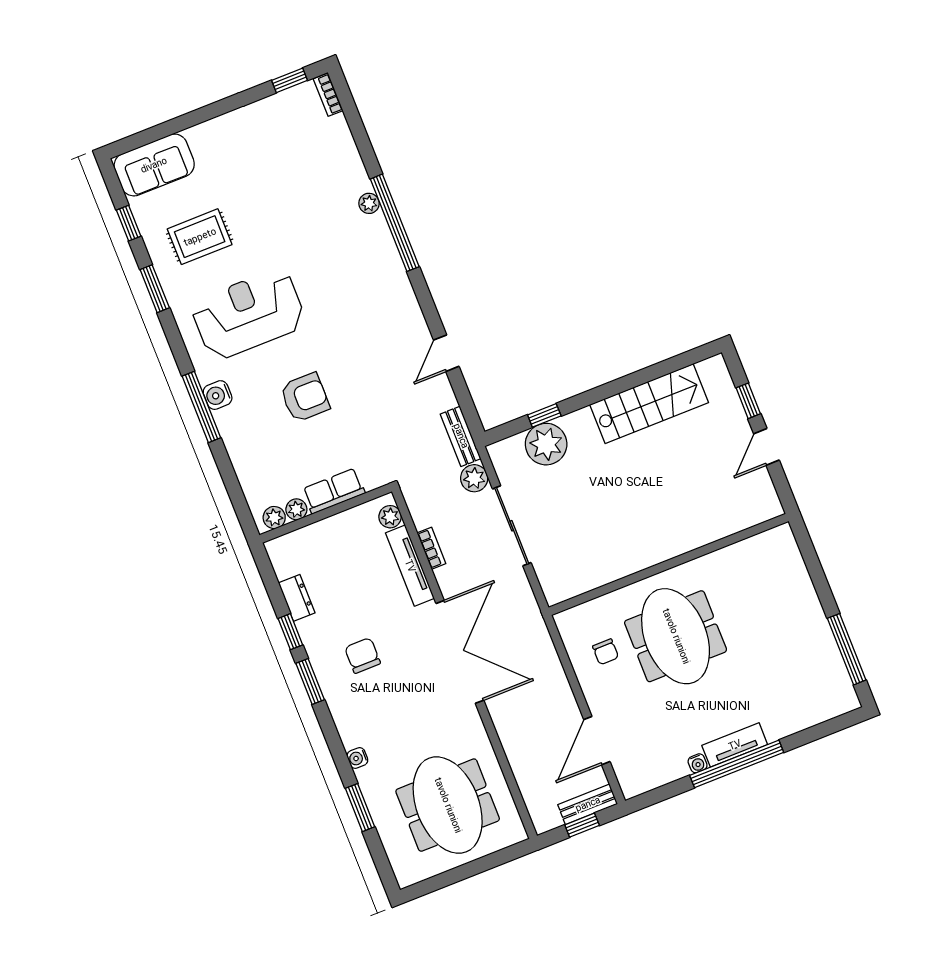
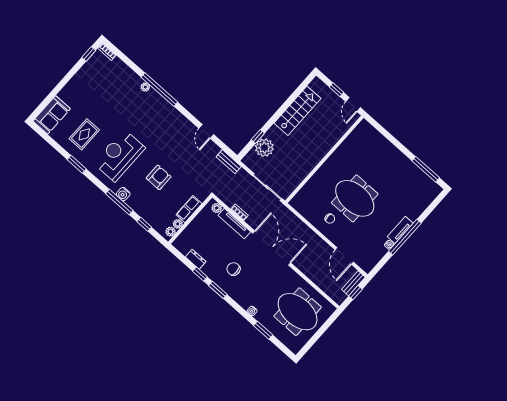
window: (129, 223) -> (144, 224), moved
plant: (474, 478) -> (242, 176), removed
wall: (669, 564) -> (324, 159), moved

